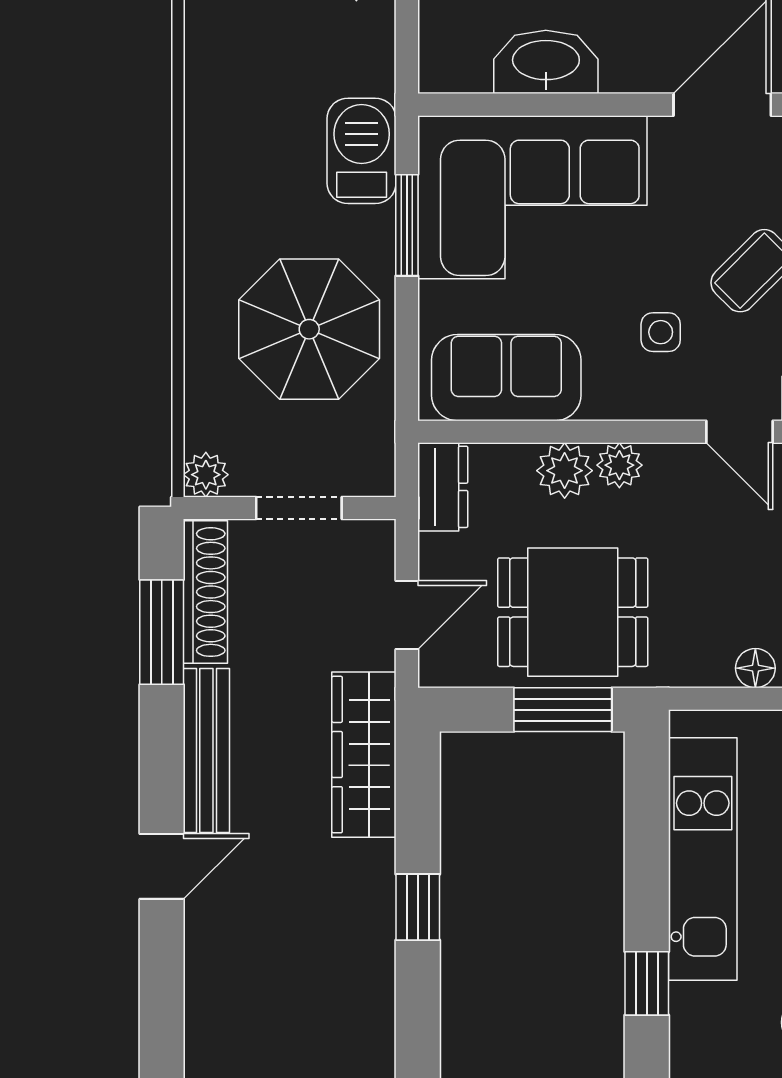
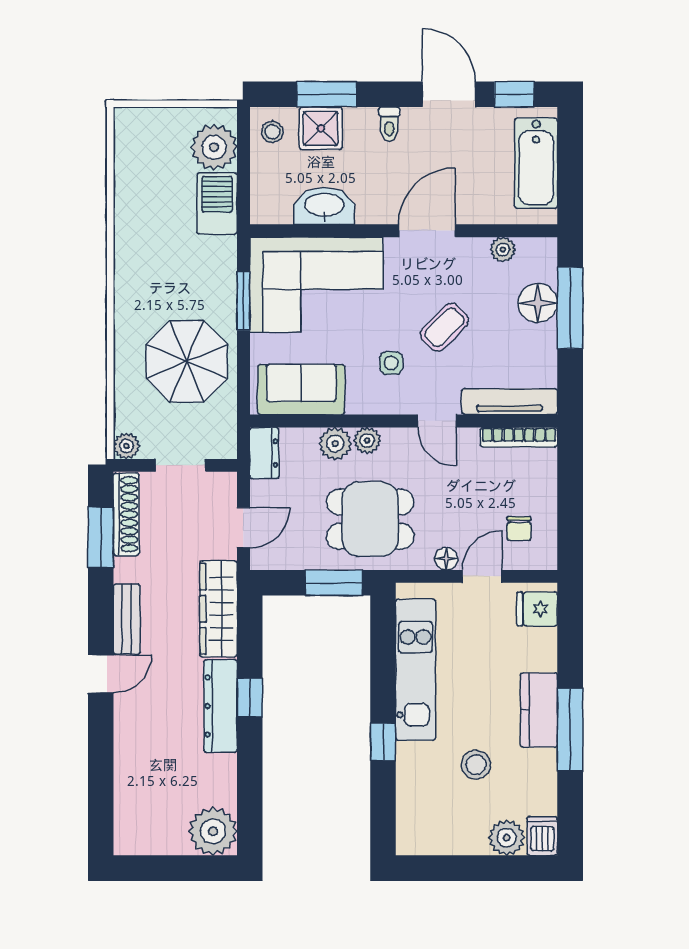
barbecue: (362, 151) -> (217, 204), moved
dining table: (573, 612) -> (370, 519), moved
bench: (206, 750) -> (127, 619), width x0.73
dresser: (367, 922) -> (220, 706), added

